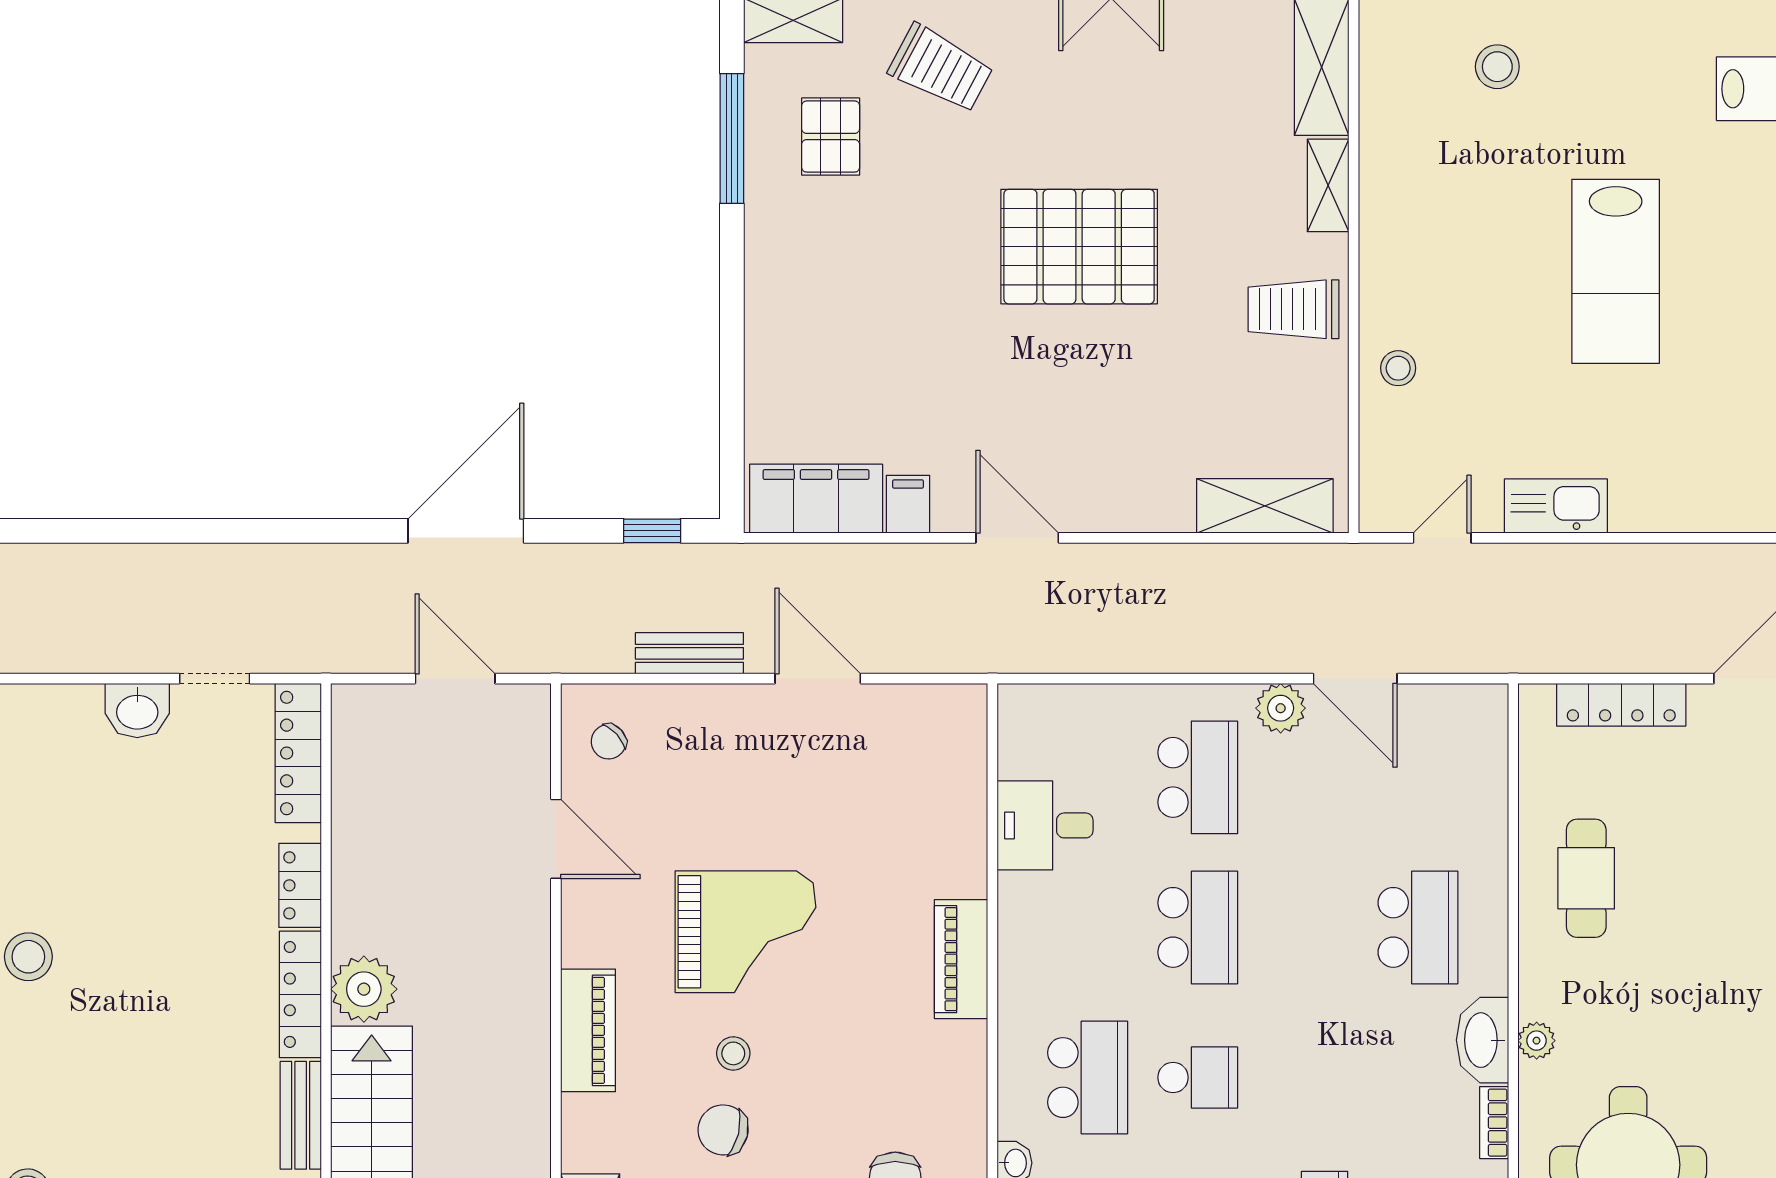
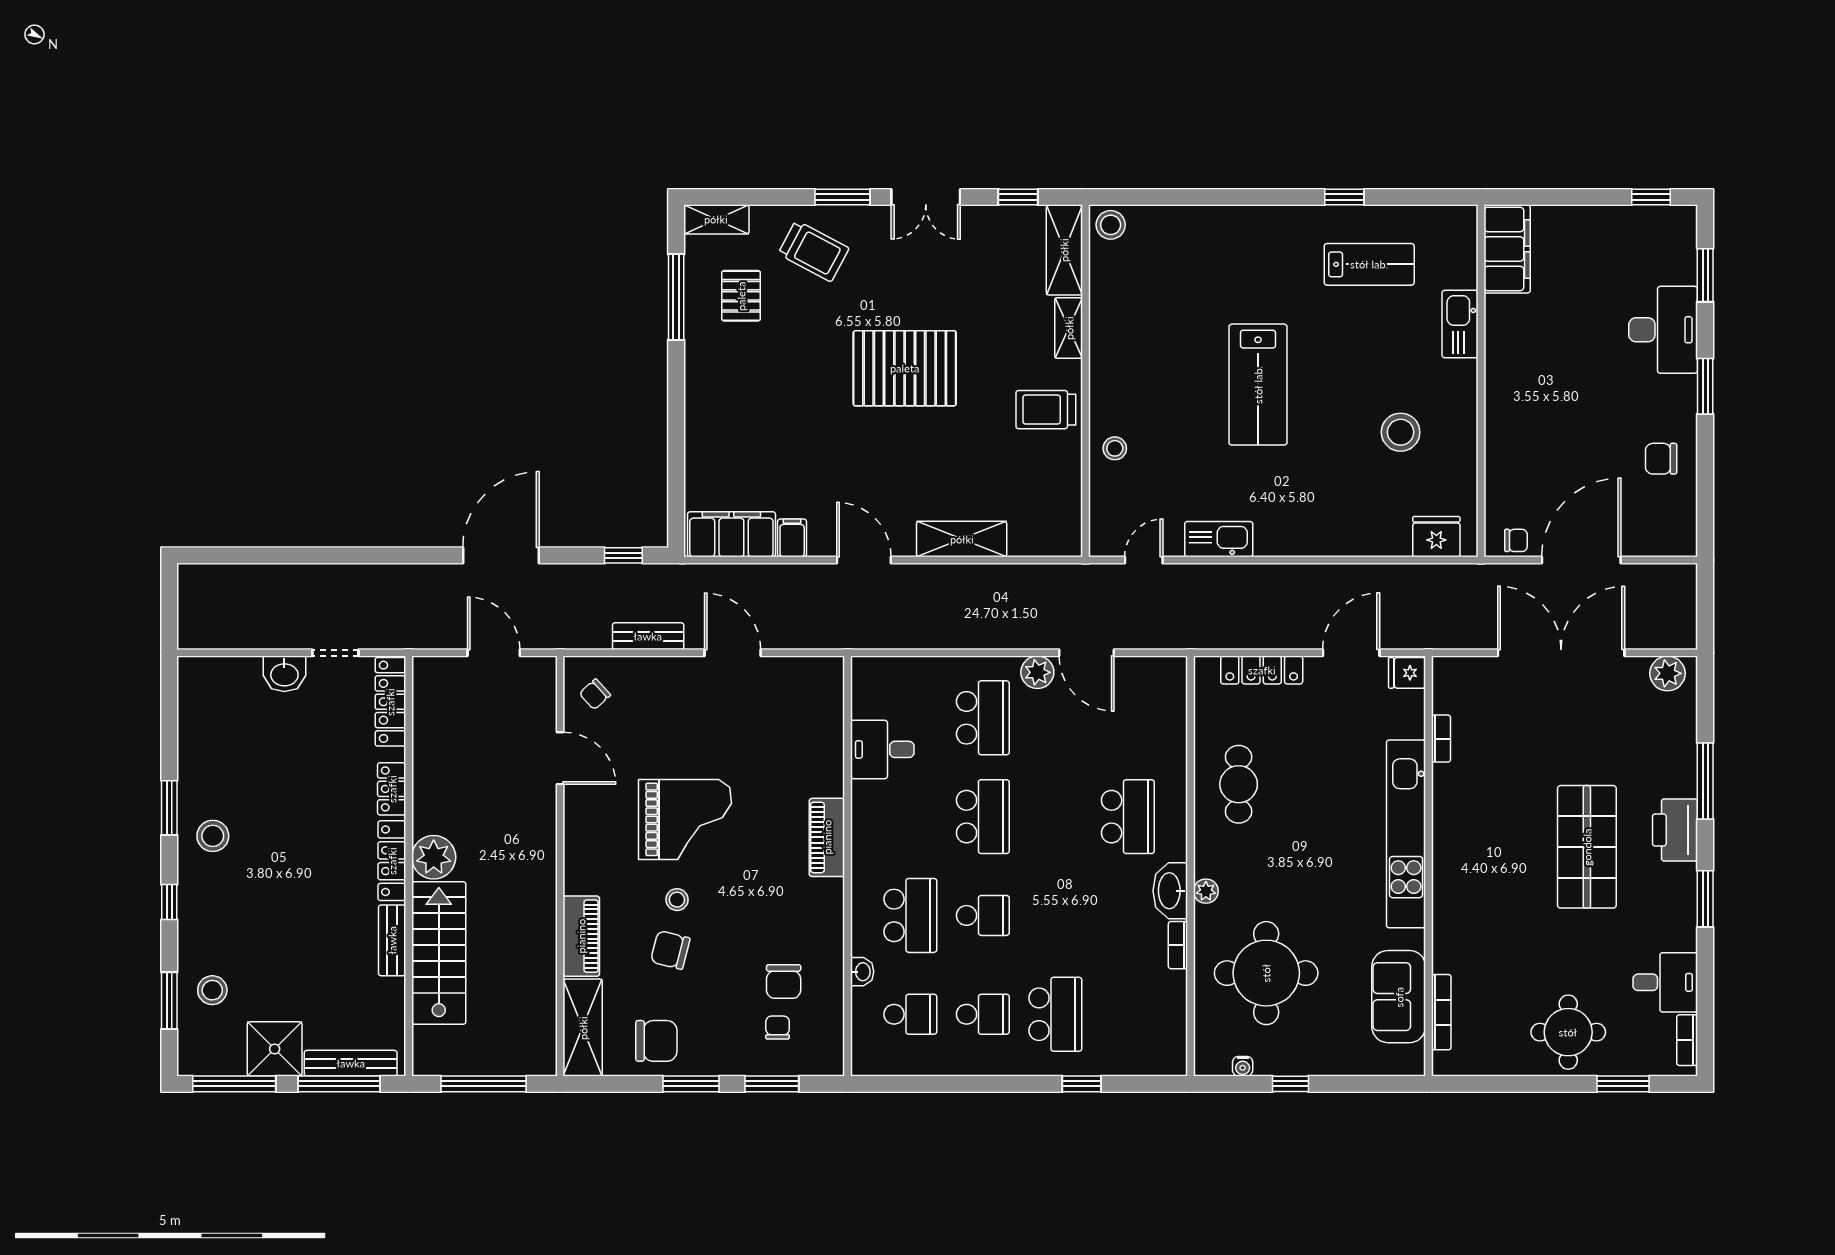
stool: (1497, 67) -> (1111, 225), moved
shelving: (1265, 506) -> (962, 539), moved
piano: (588, 1030) -> (581, 936), moved

